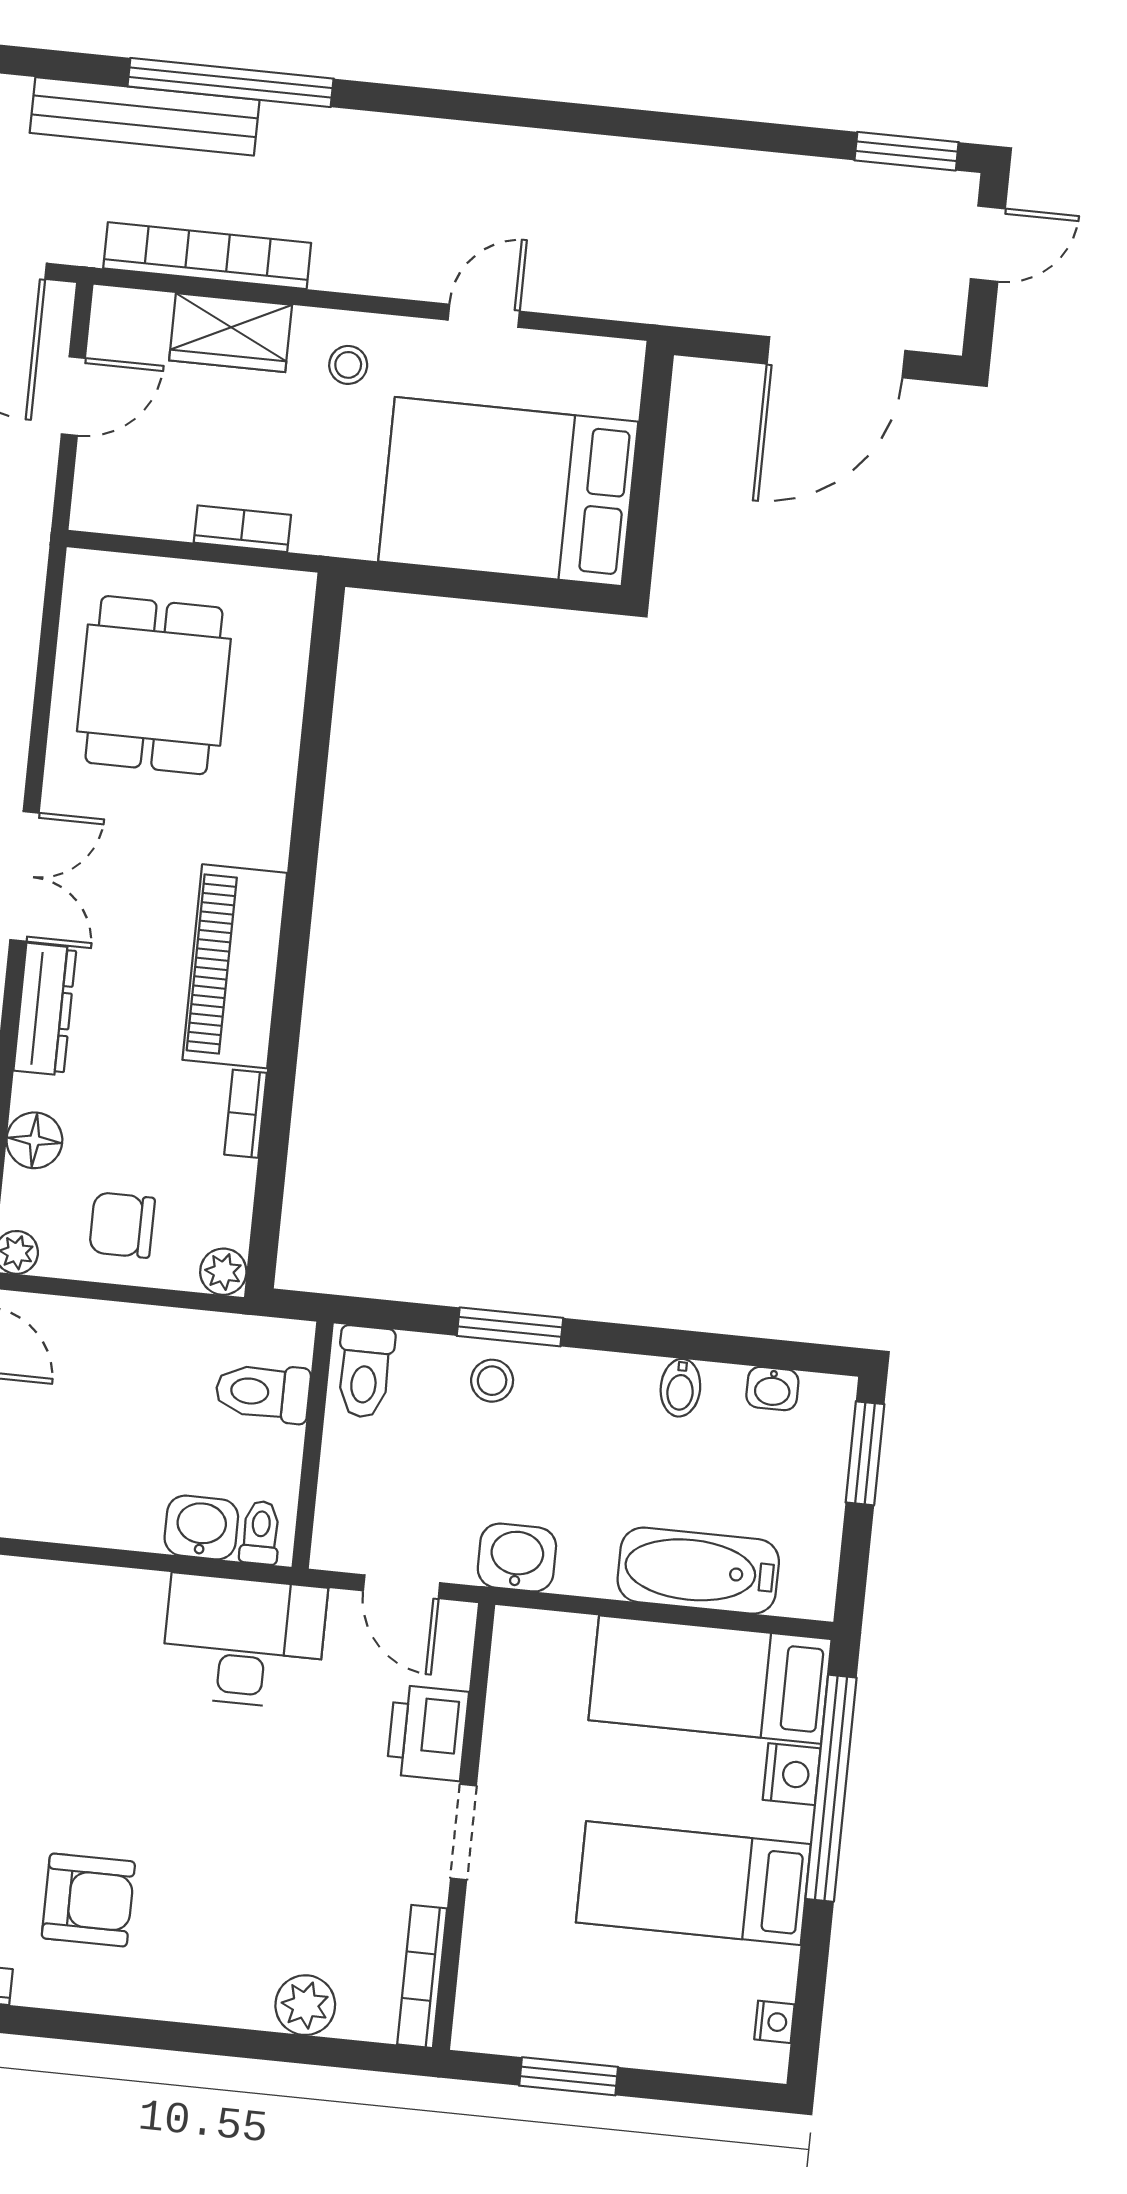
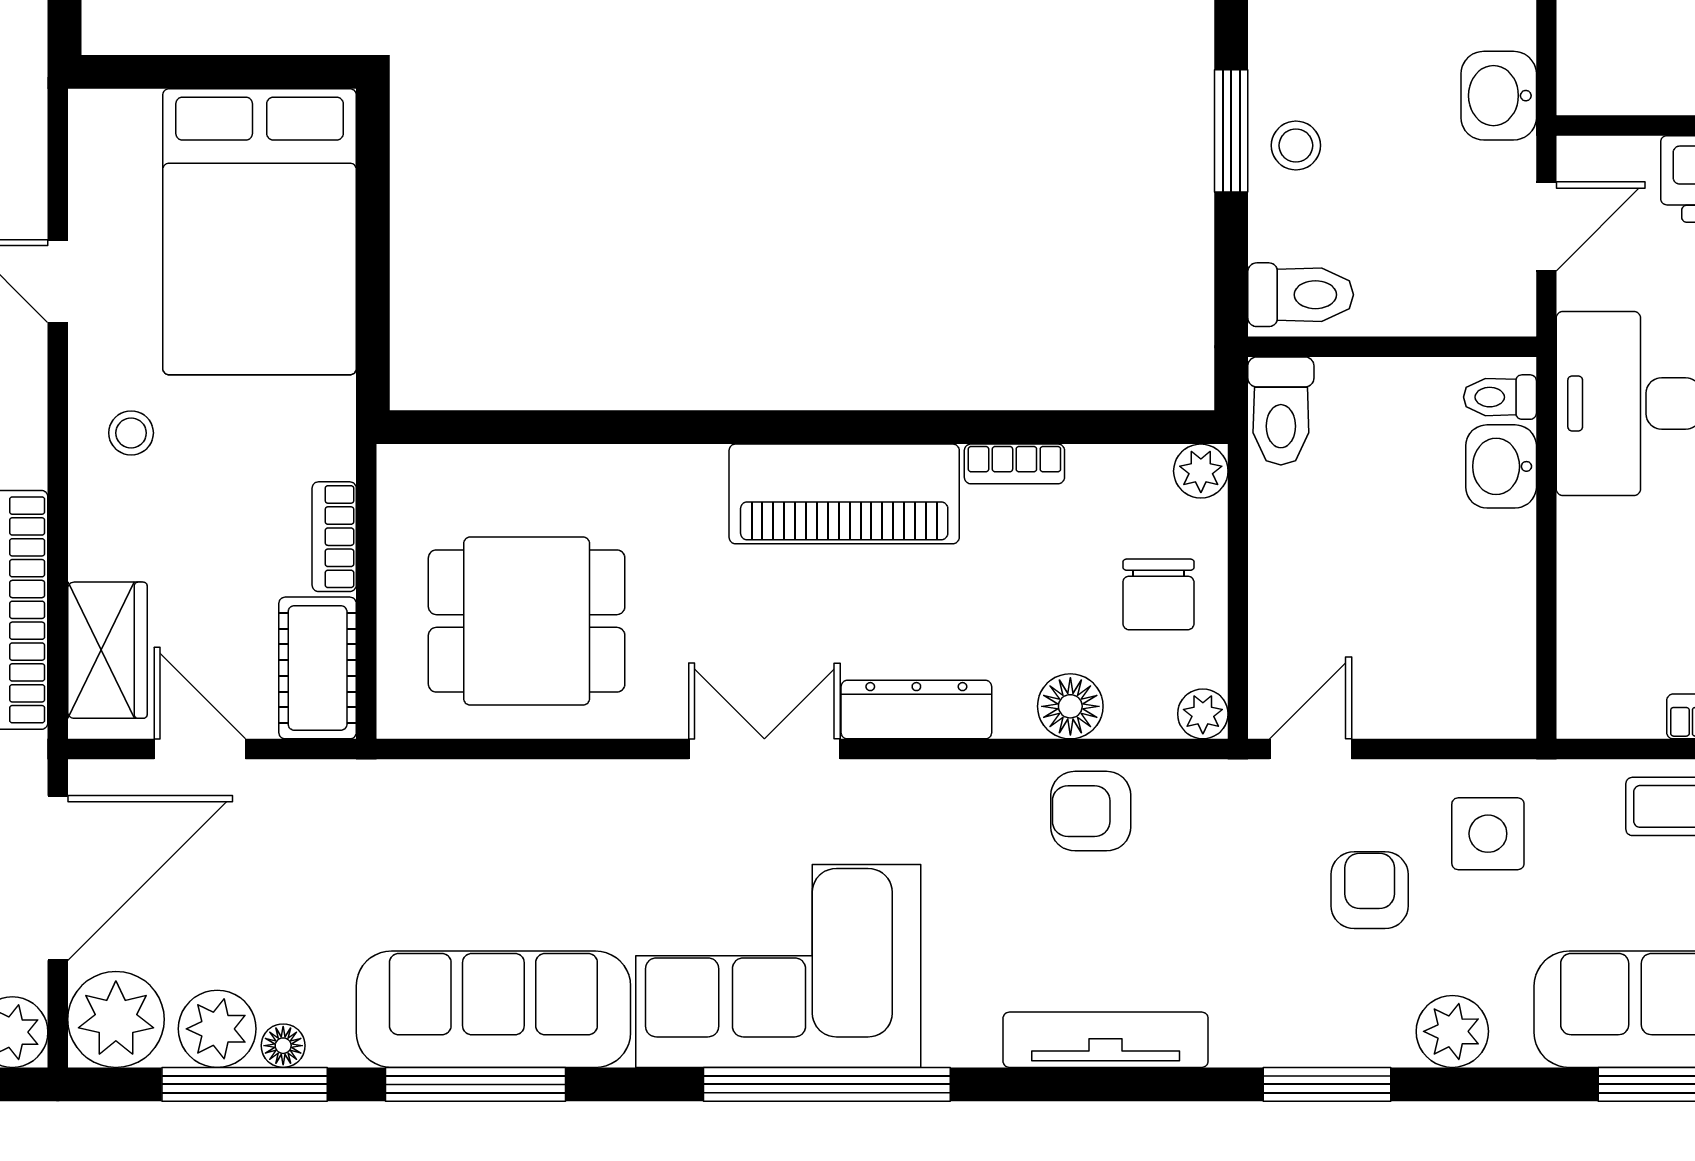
wardrobe: (231, 333) -> (107, 650), moved
cot: (132, 503) -> (318, 668), added
toilet: (263, 1392) -> (1281, 411), moved

